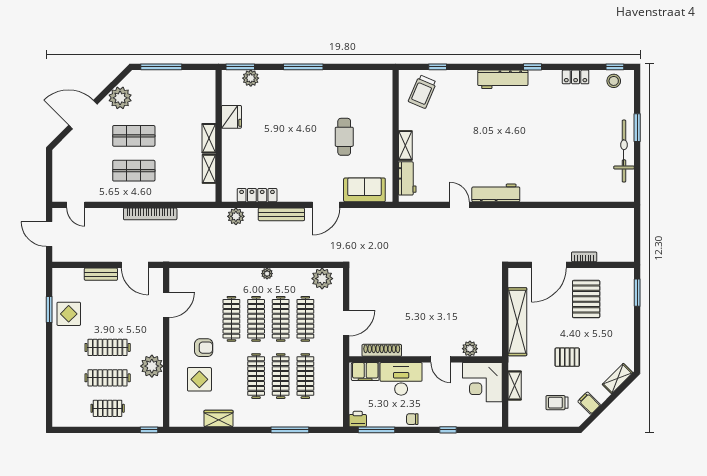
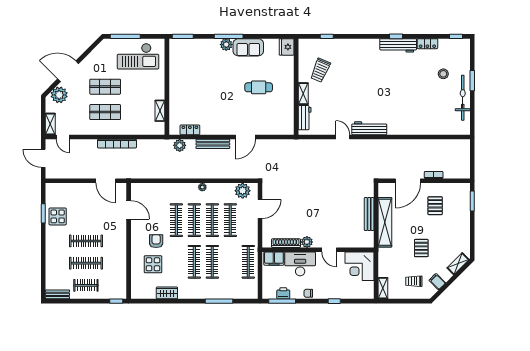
plant: (251, 78) -> (226, 45), moved
workbench: (503, 79) -> (398, 45), moved
stool: (614, 81) -> (443, 74), moved
trolley: (422, 92) -> (320, 70), moved
checkout: (179, 94) -> (138, 56), added
plant: (120, 98) -> (59, 95), moved
fridge: (231, 117) -> (287, 47), moved, turned 180
cafe table: (344, 137) -> (259, 87), turned 90
shelving: (209, 138) -> (50, 124), moved
sofa: (364, 190) -> (248, 47), moved, turned 180
locker: (257, 195) -> (190, 130), width x0.66
bench: (101, 274) -> (57, 294), moved
pallet: (586, 299) -> (435, 206), width x0.67, depth x0.71
door: (166, 305) -> (129, 210), hinge flipped
bench: (496, 310) -> (369, 214), added
door: (346, 323) -> (260, 209), moved
armchair: (204, 348) -> (156, 241), turned -90
plant: (470, 349) -> (307, 242), moved
pallet: (567, 357) -> (421, 248), turned 90
plant: (152, 366) -> (118, 255), removed
clothes rail: (305, 376) -> (248, 262), moved
shelving: (515, 386) -> (383, 288), moved
printer: (358, 419) -> (283, 293), moved

